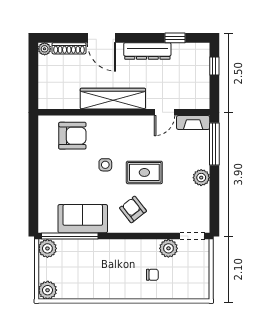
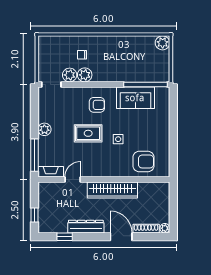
armchair: (72, 136) -> (144, 162), turned 180
armchair: (133, 209) -> (97, 105), turned -52
plant: (47, 248) -> (85, 75), moved

